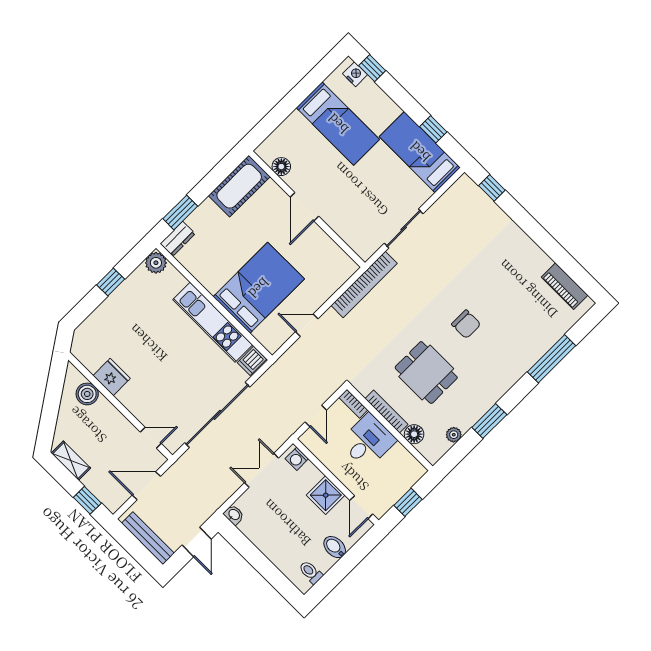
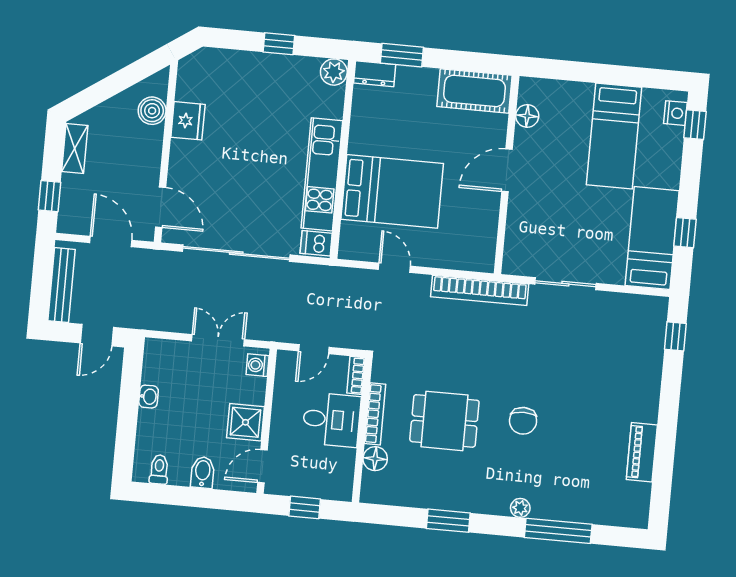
piano: (565, 286) -> (642, 452), moved
dining table: (426, 373) -> (444, 421), turned 90
plant: (454, 435) -> (520, 508), moved
door: (151, 438) -> (161, 207), width x1.38
washbasin: (234, 515) -> (149, 397), moved

